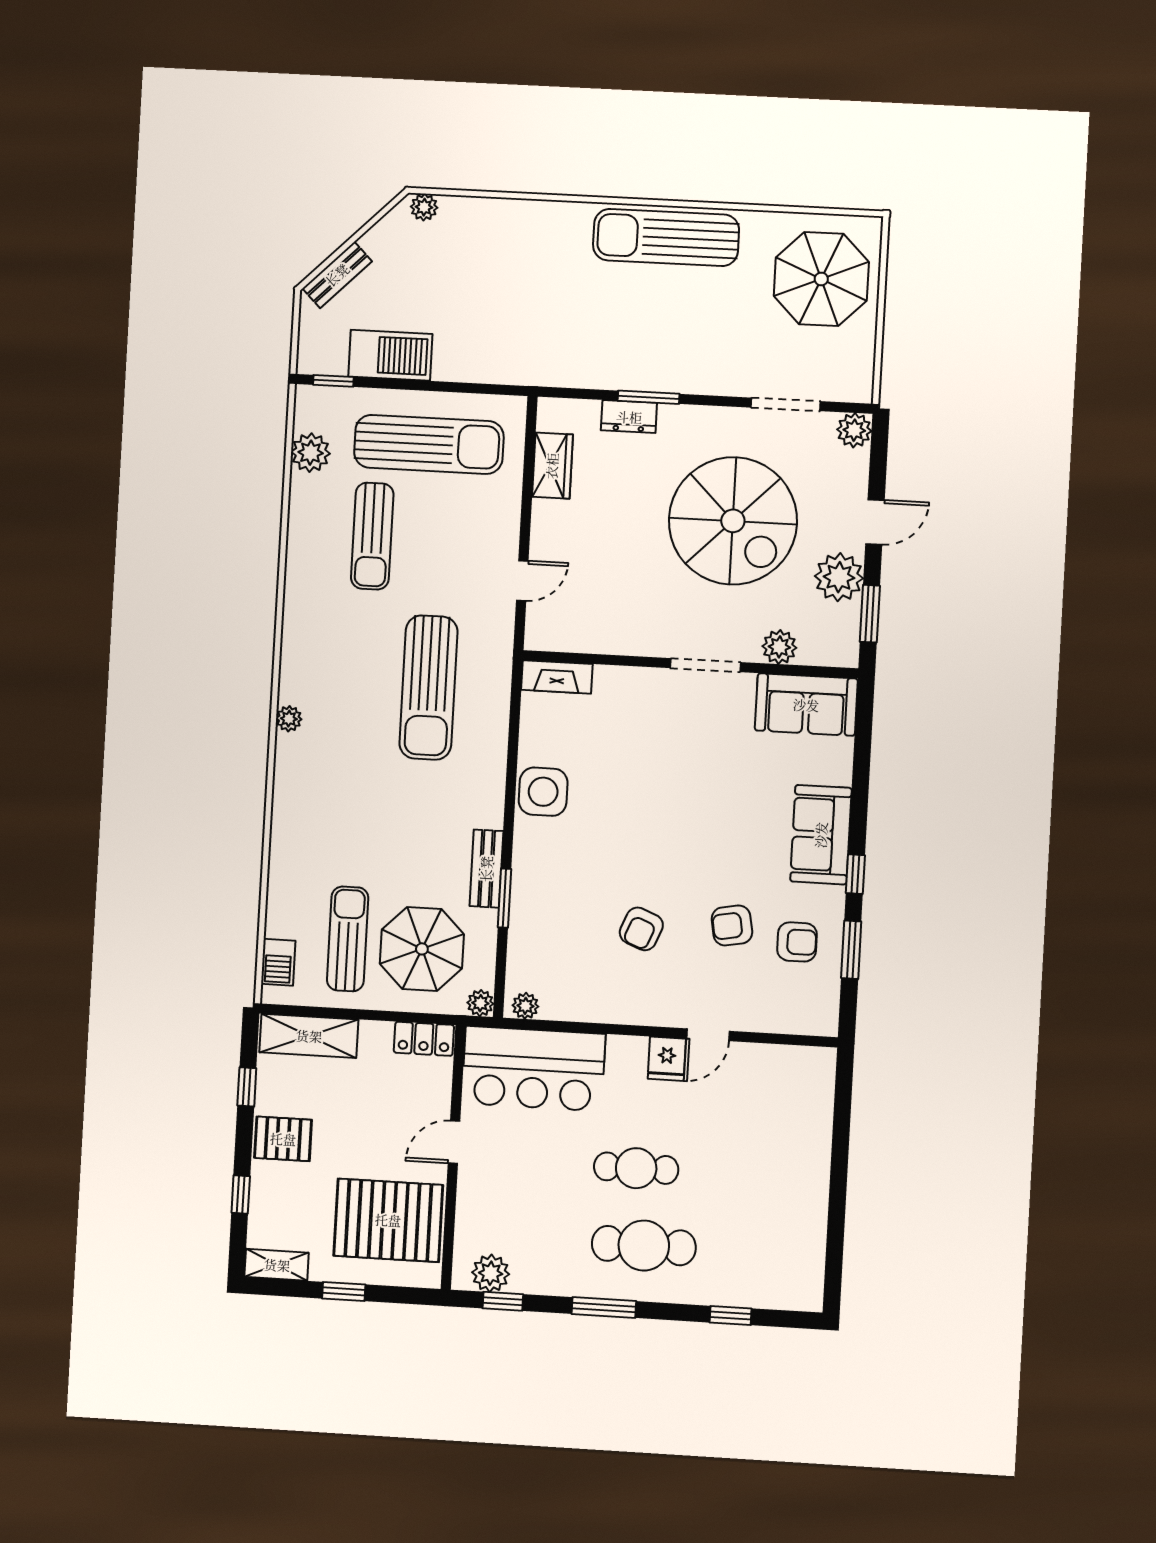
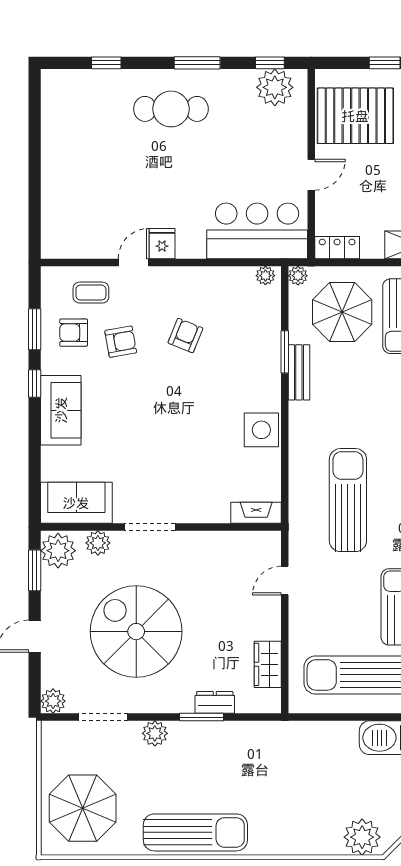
plant: (424, 207) -> (362, 837), width x1.88, depth x1.88
plant: (715, 378) -> (155, 733), added
plant: (839, 577) -> (58, 551), moved
coffee table: (770, 996) -> (91, 293), added
cafe table: (636, 1168) -> (180, 164), removed
plant: (491, 1273) -> (275, 87), width x1.36, depth x1.36

